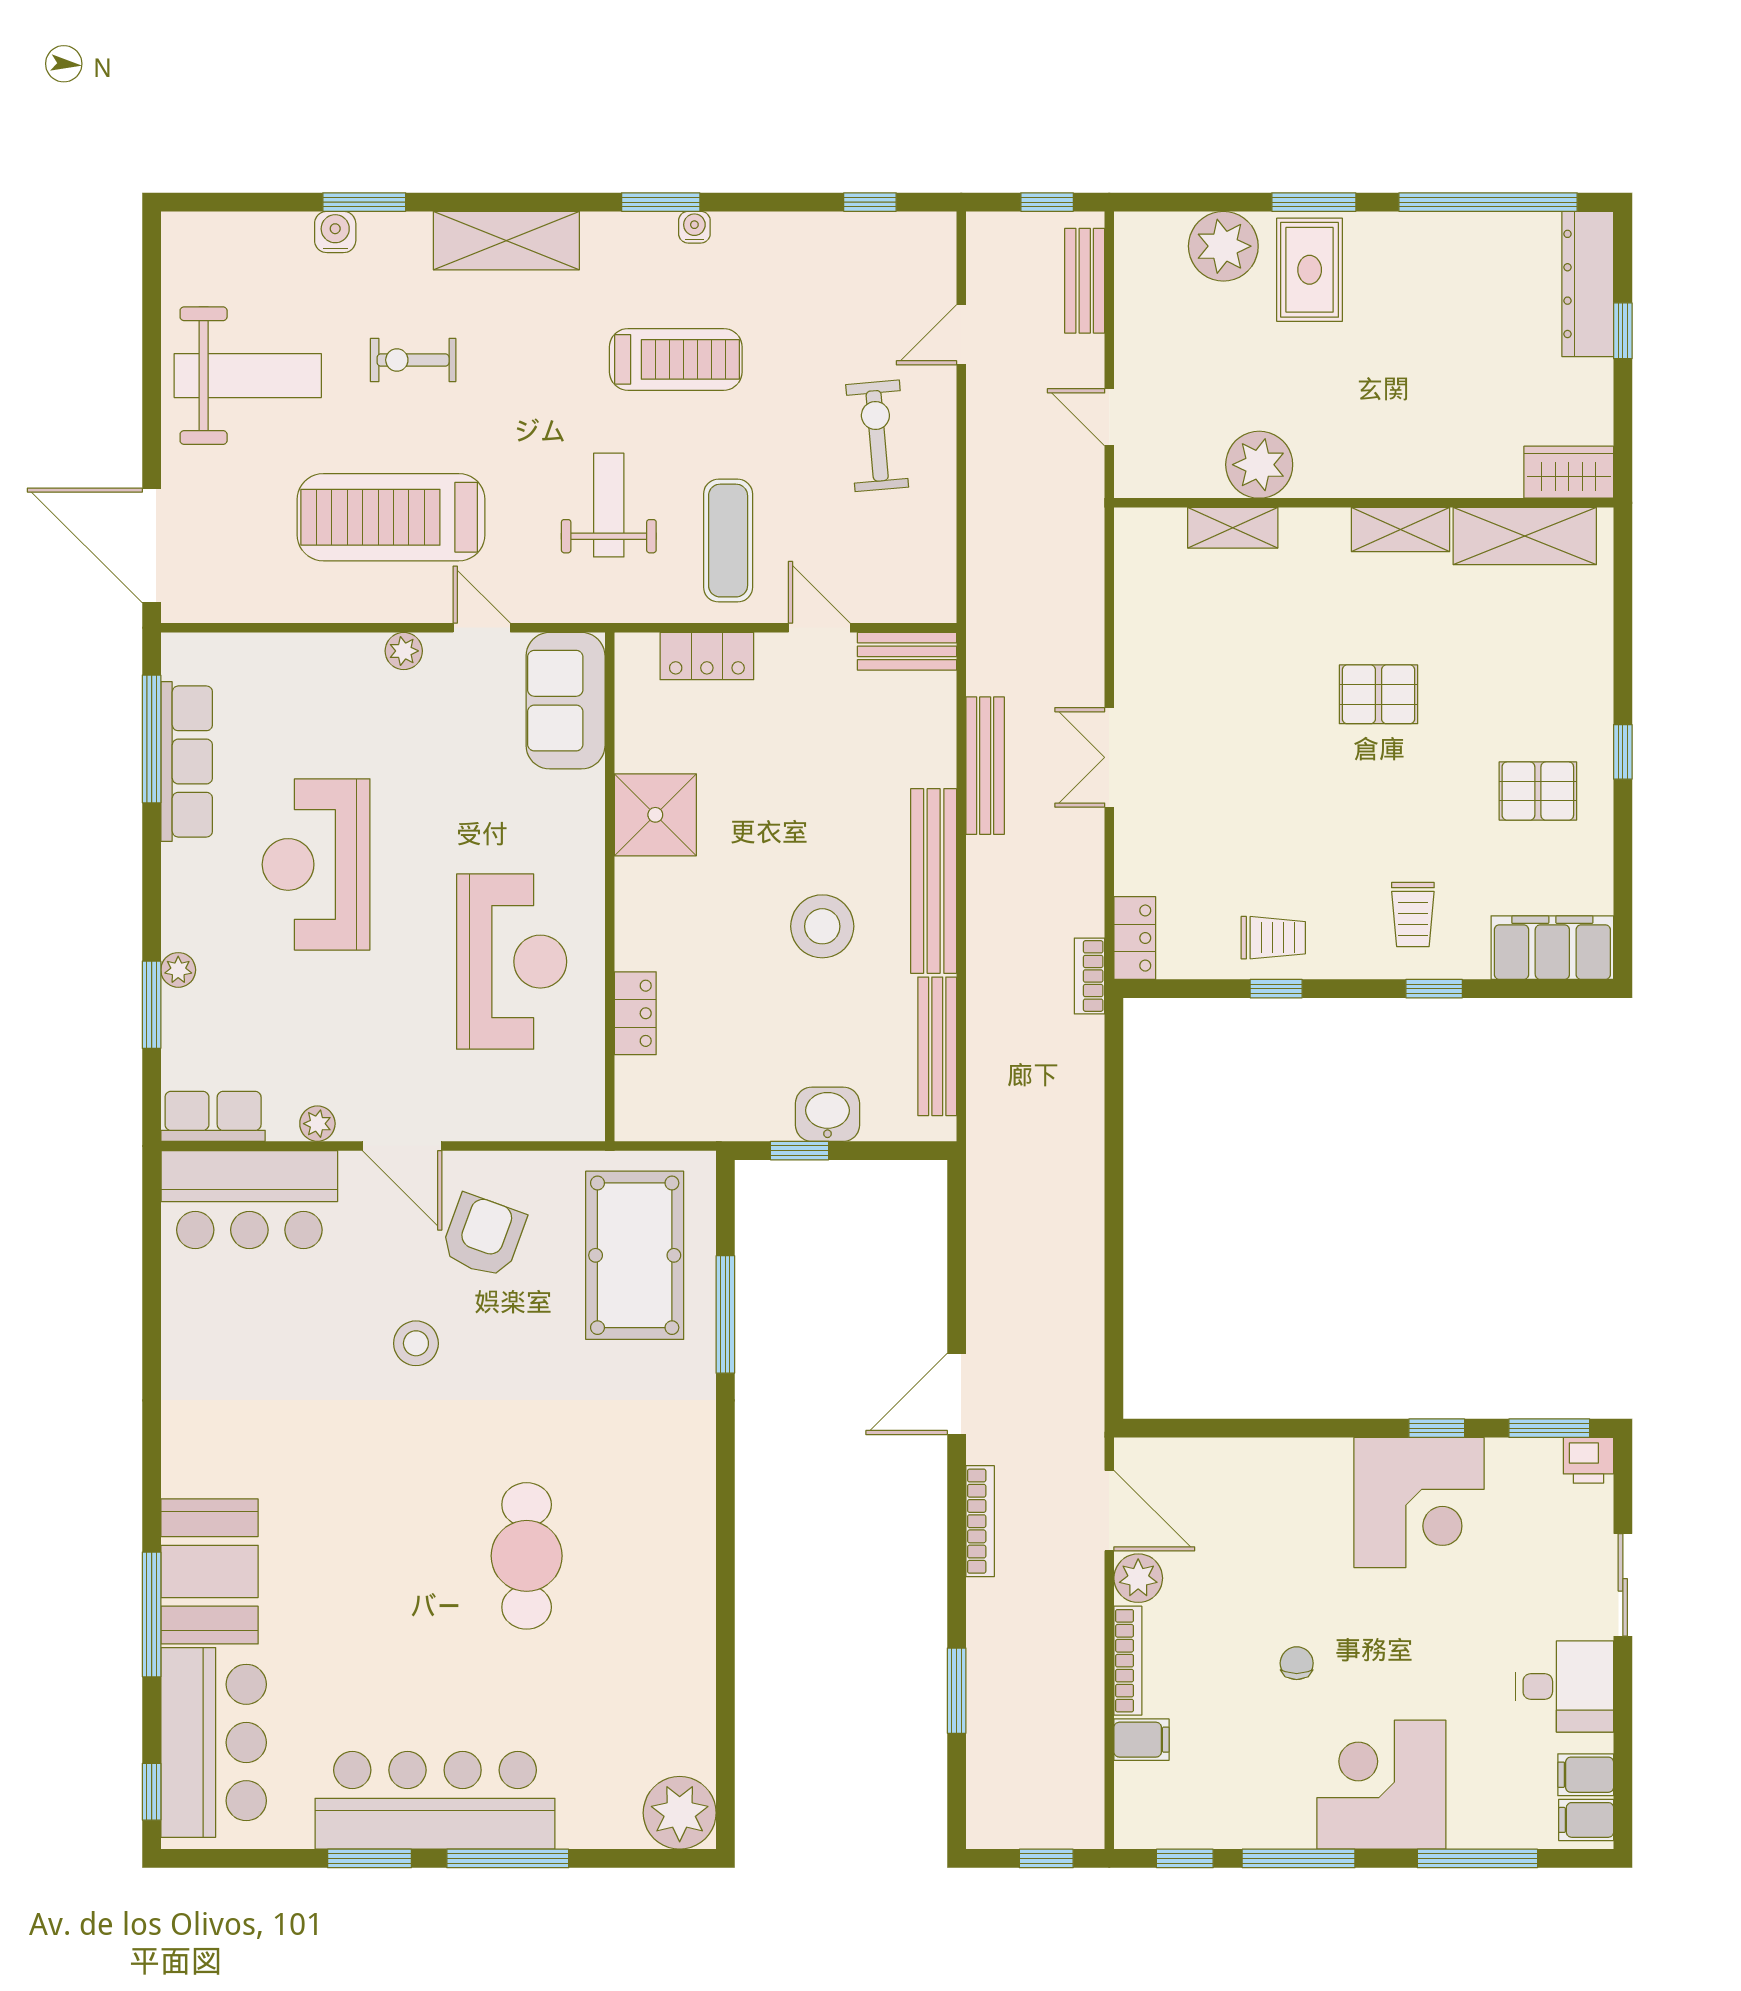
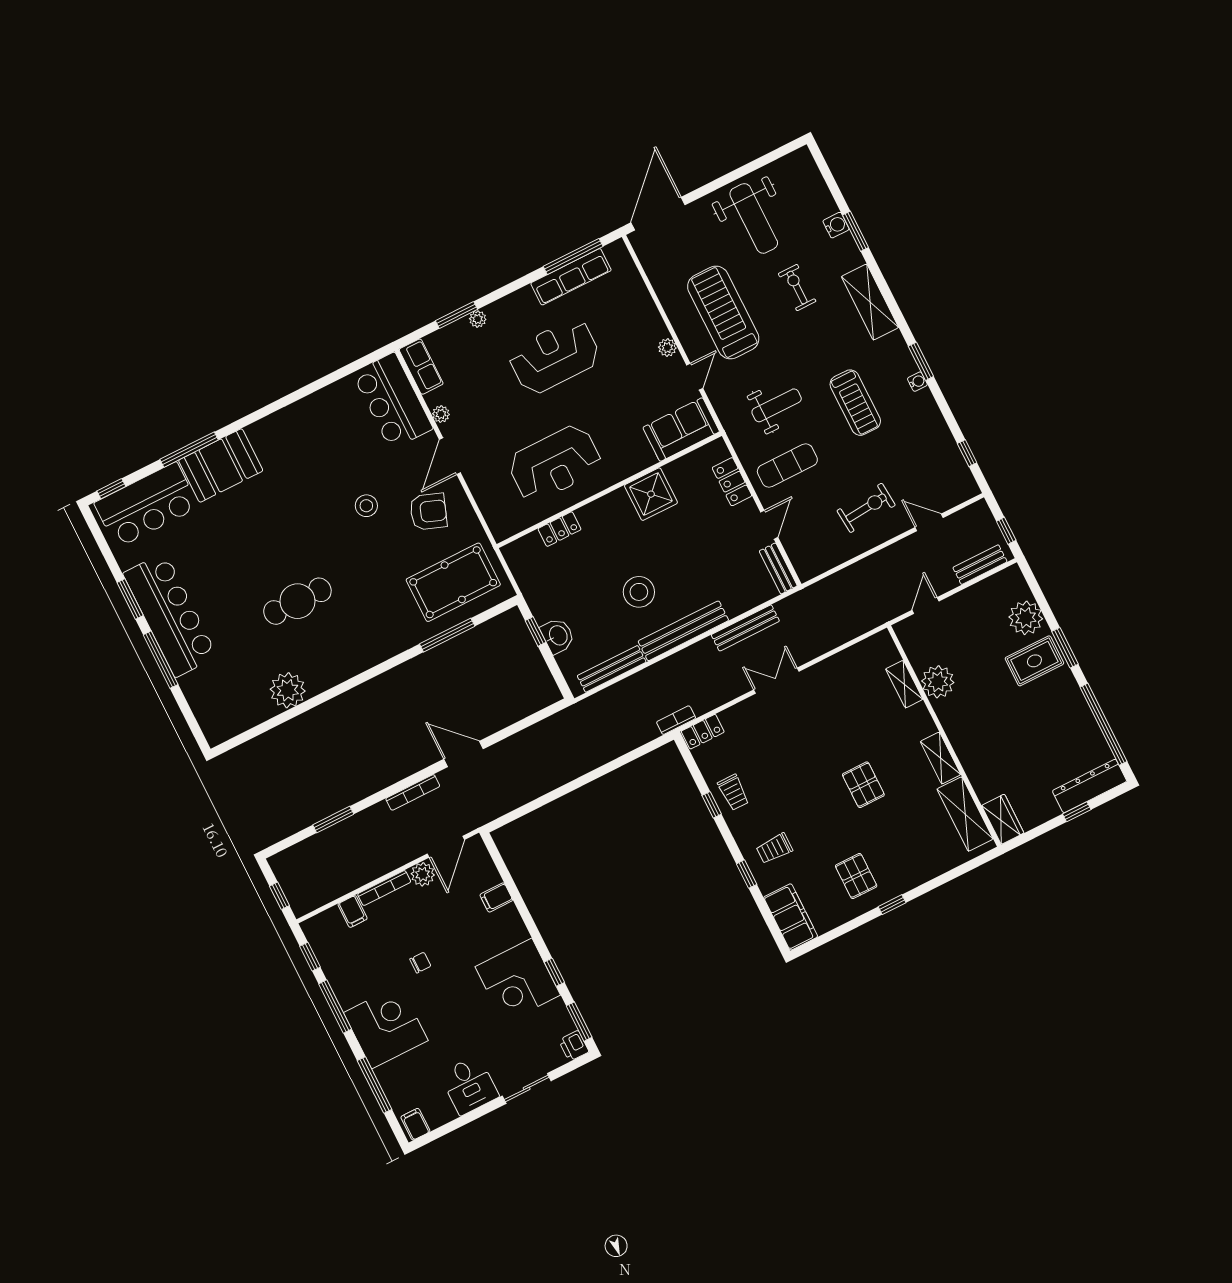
filing cabinet: (1586, 1775) -> (496, 897), moved, turned -90
plant: (680, 1813) -> (288, 690), moved

